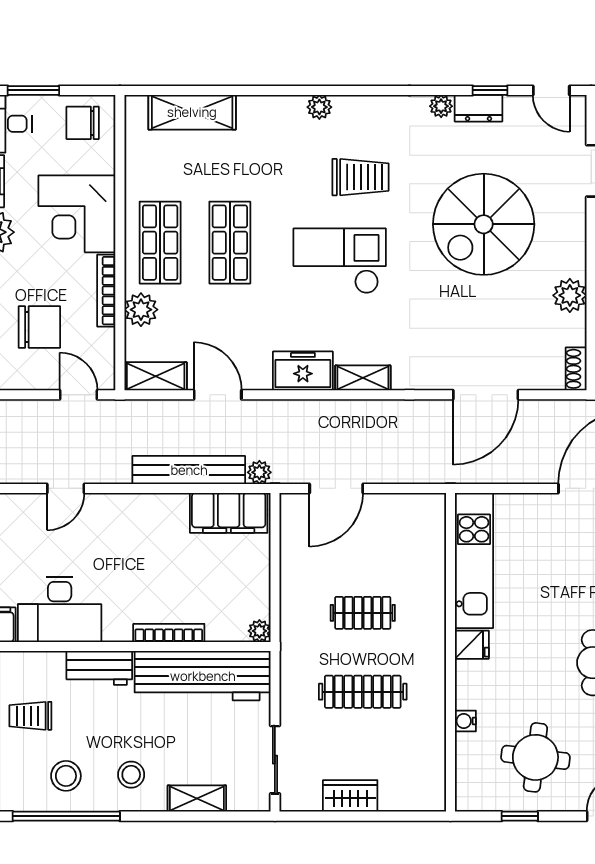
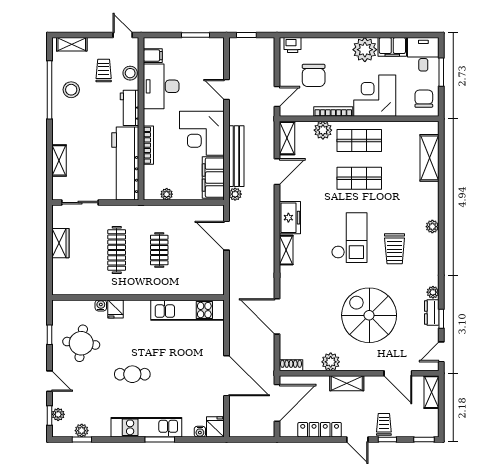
corner desk: (146, 534) -> (202, 133), added
plant: (259, 631) -> (167, 194), moved
fridge: (472, 645) -> (115, 309), moved
stool: (131, 775) -> (130, 73), moved

